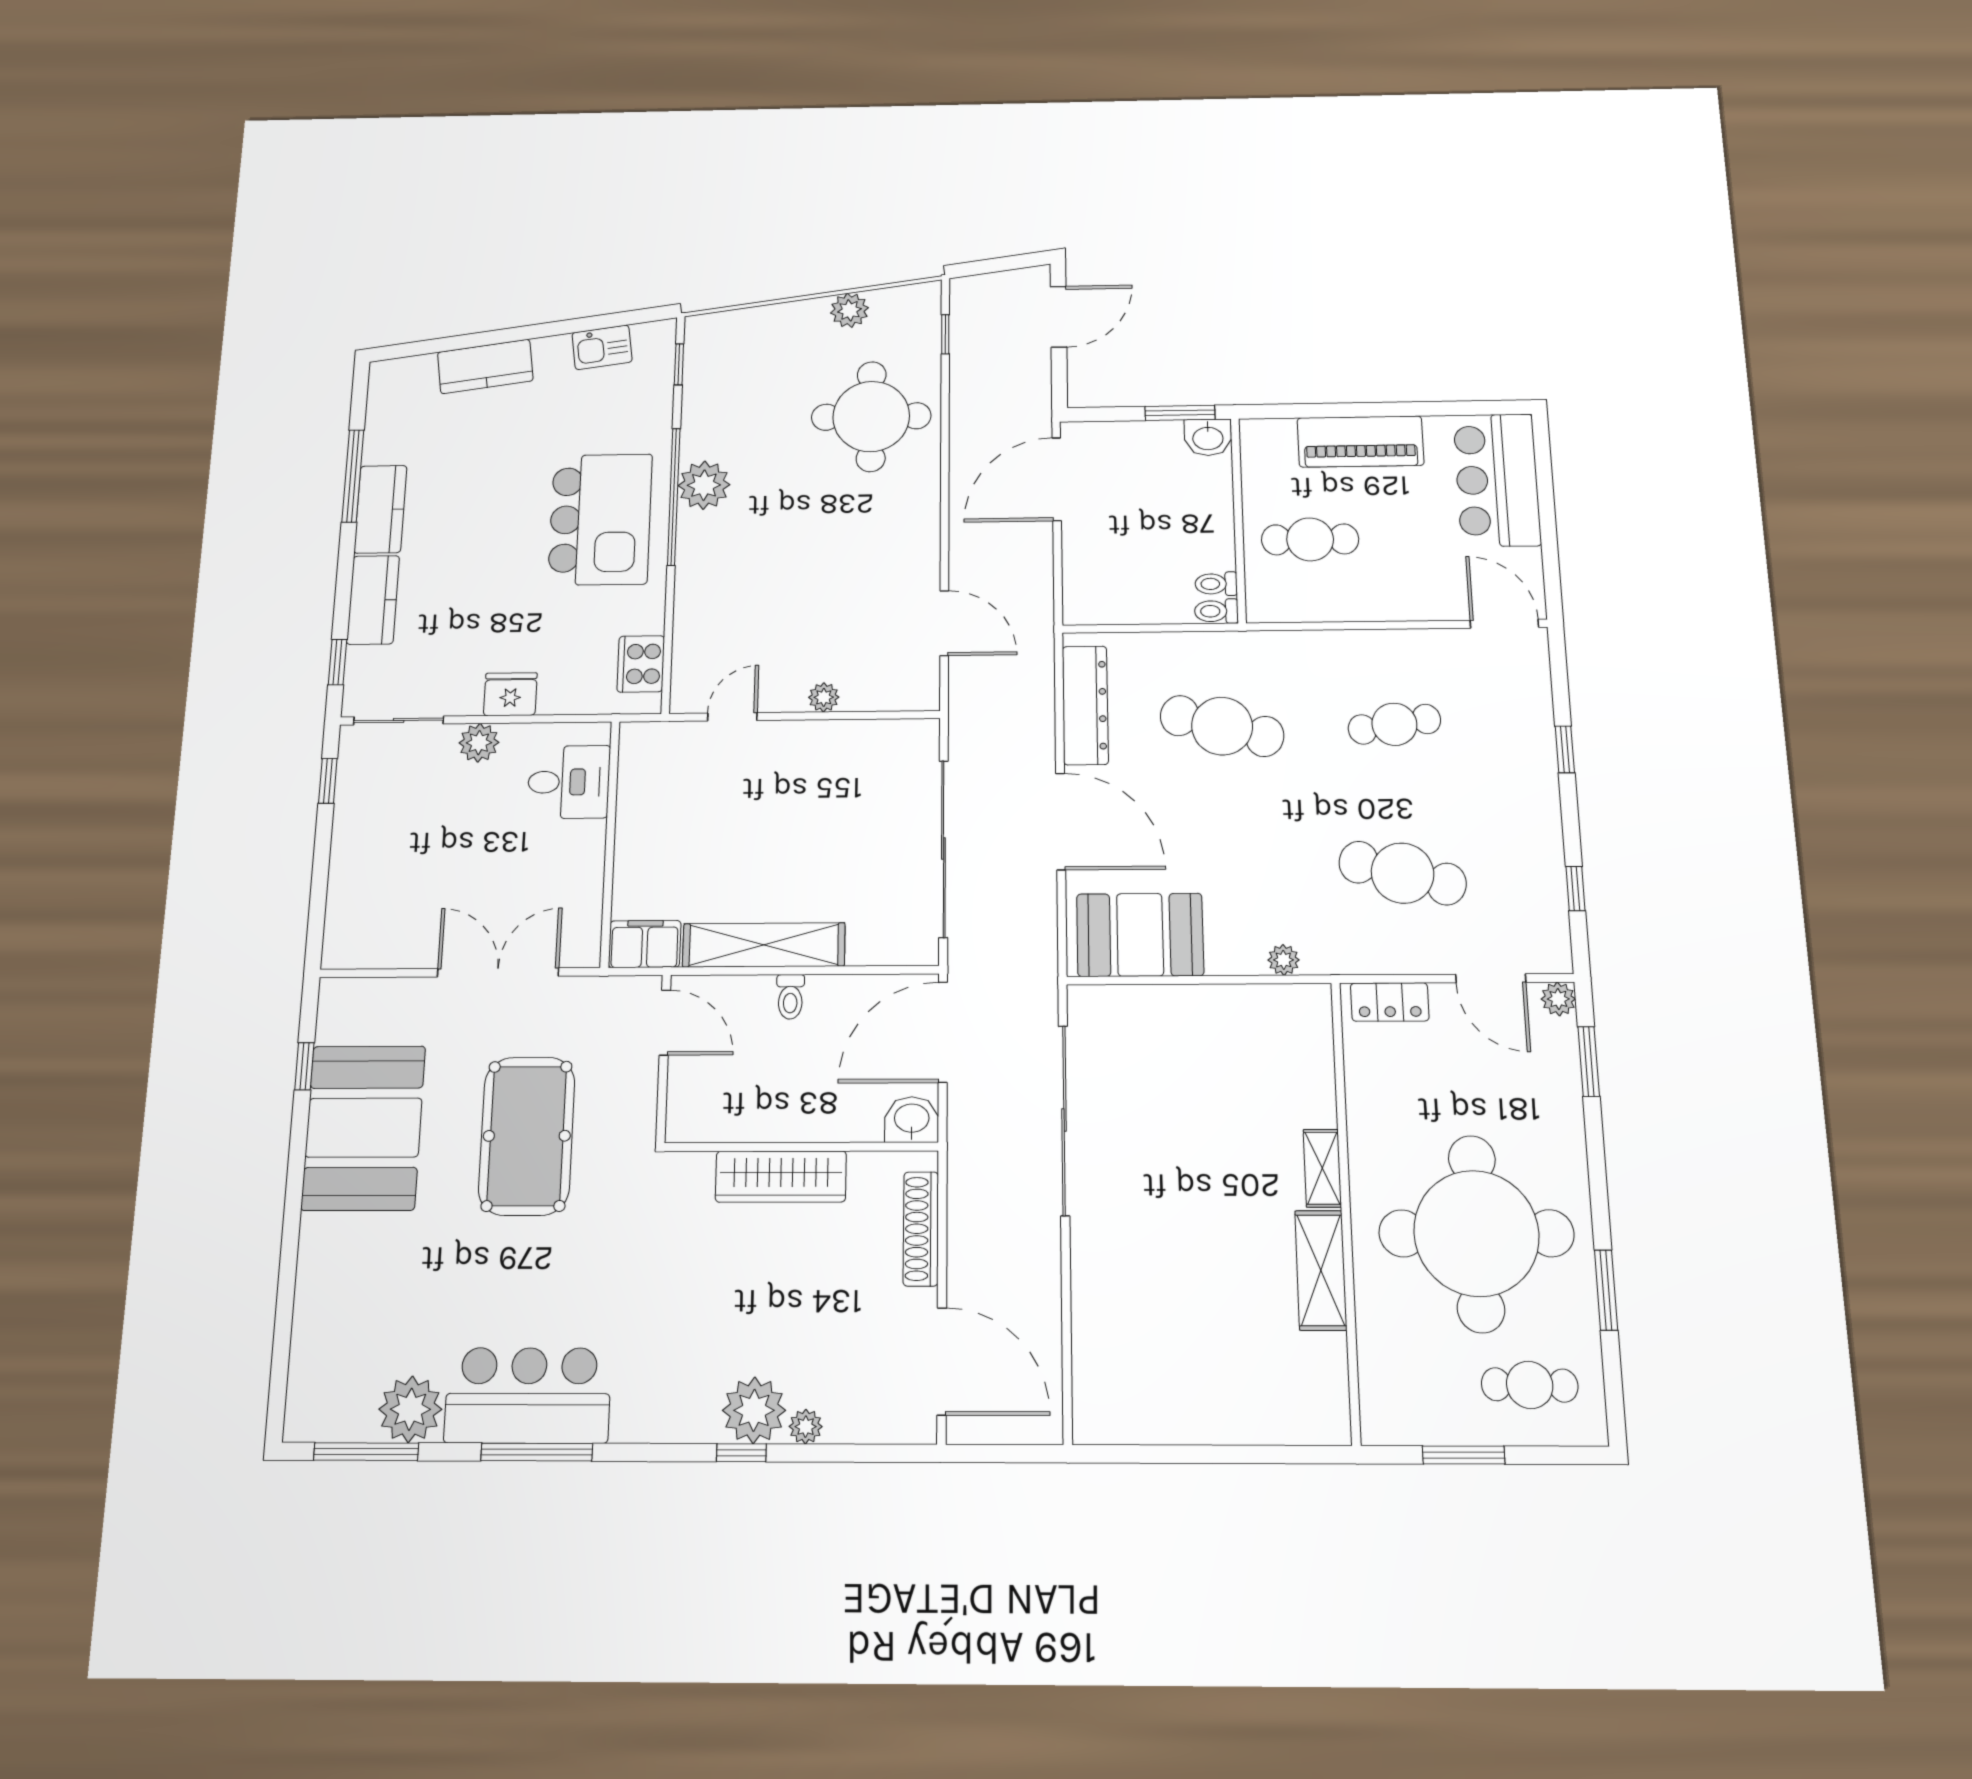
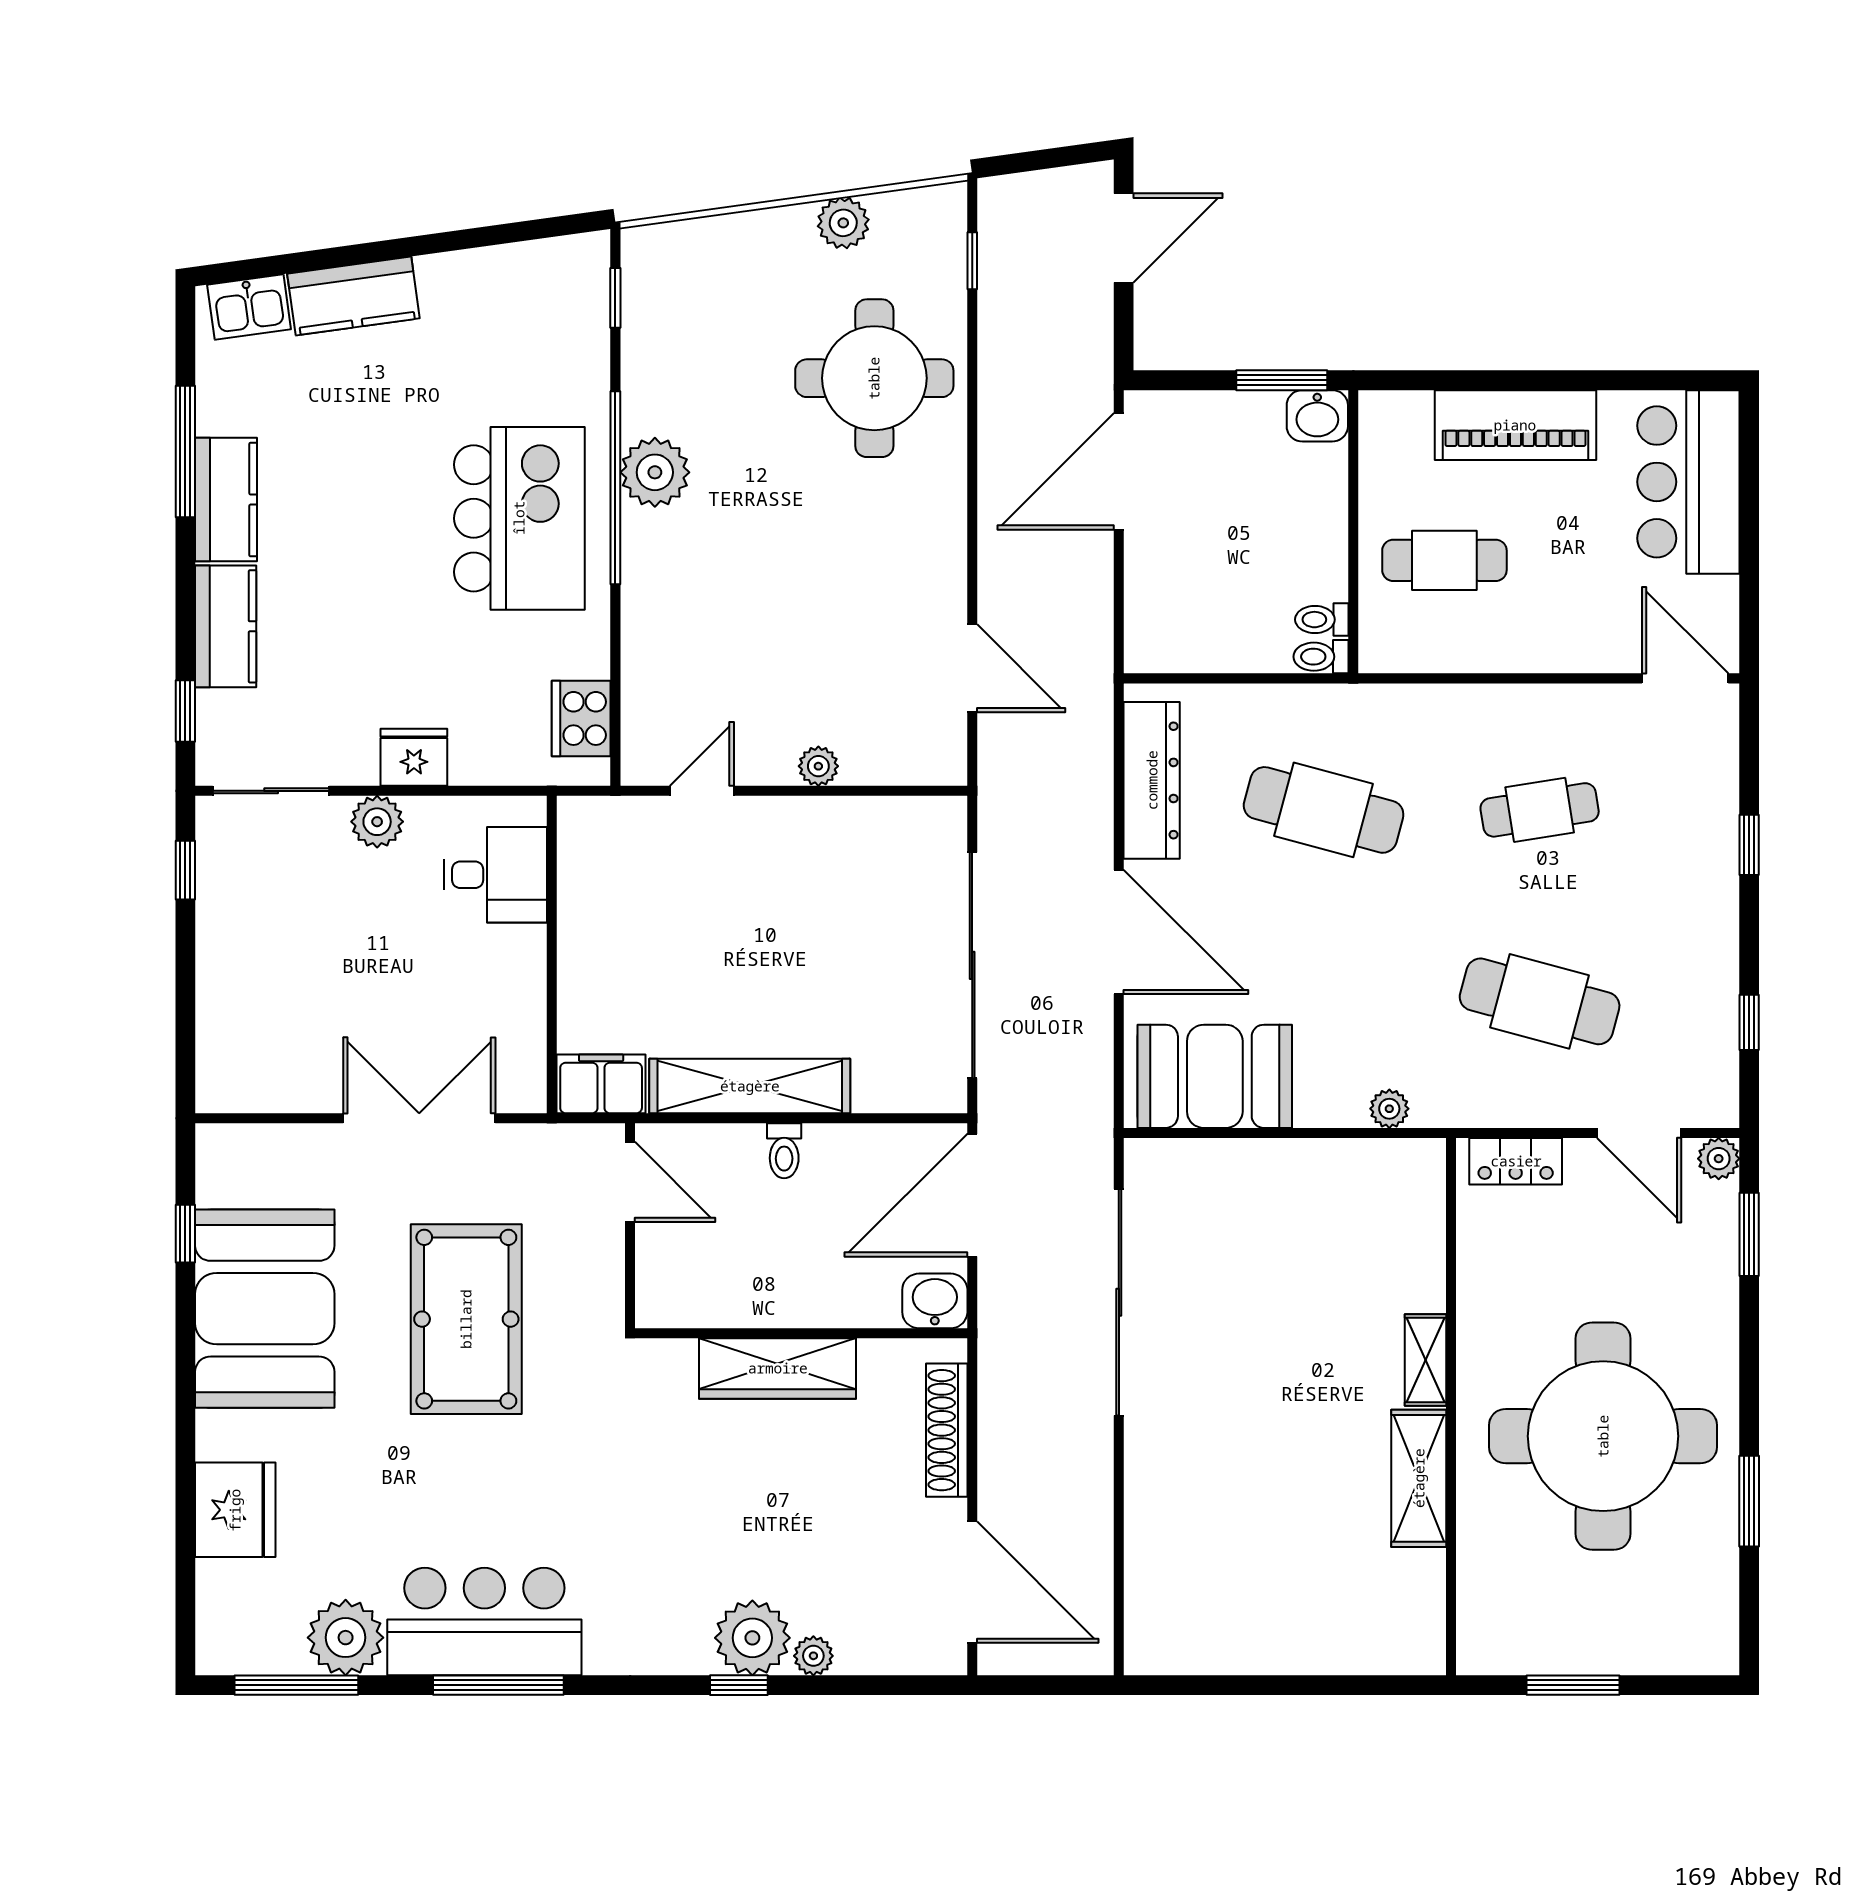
kitchen sink: (602, 347) -> (249, 307), moved
fridge: (326, 1298) -> (235, 1510), added
cafe table: (1530, 1385) -> (1654, 1608), removed

